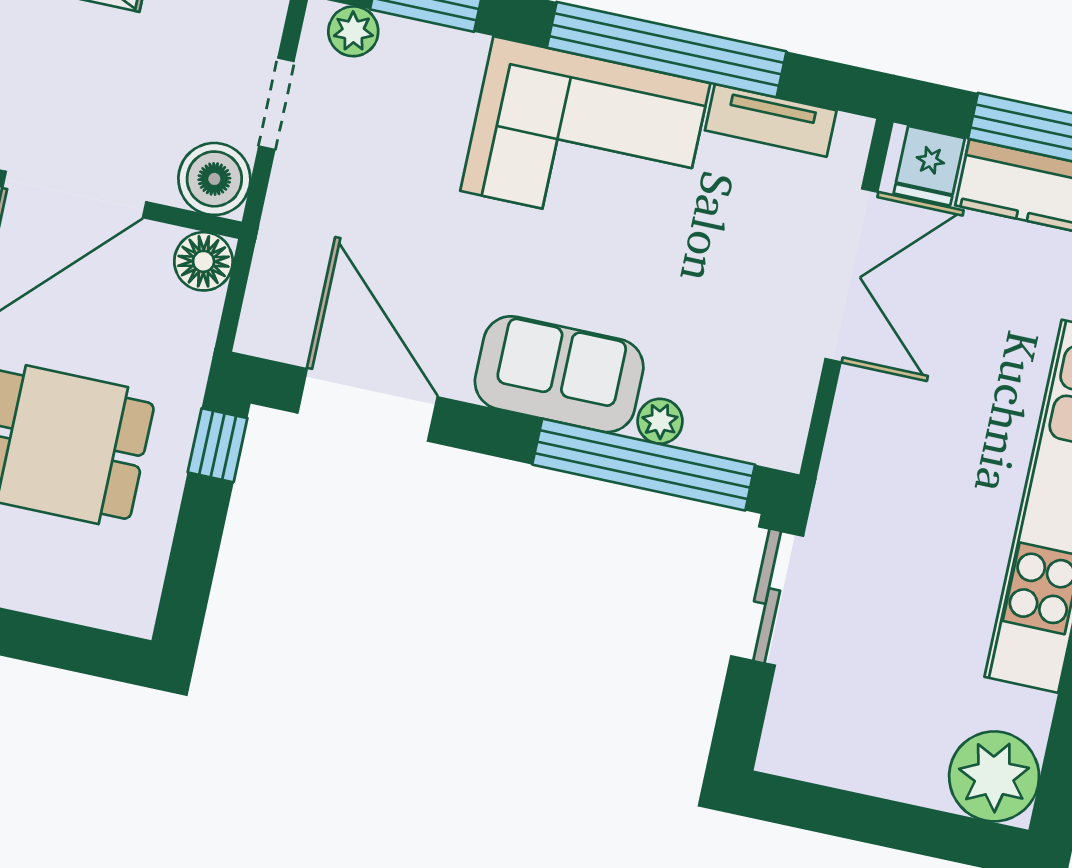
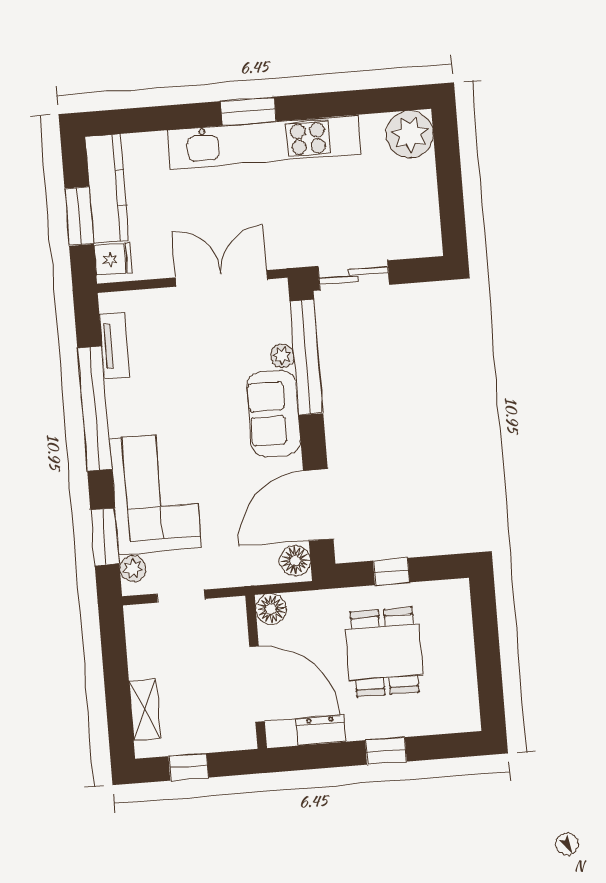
corner sofa: (585, 137) -> (155, 493), moved
boiler: (214, 179) -> (228, 616), removed
double door: (851, 275) -> (221, 278), moved
floor lamp: (278, 332) -> (295, 561), added
window: (218, 445) -> (391, 572), moved

